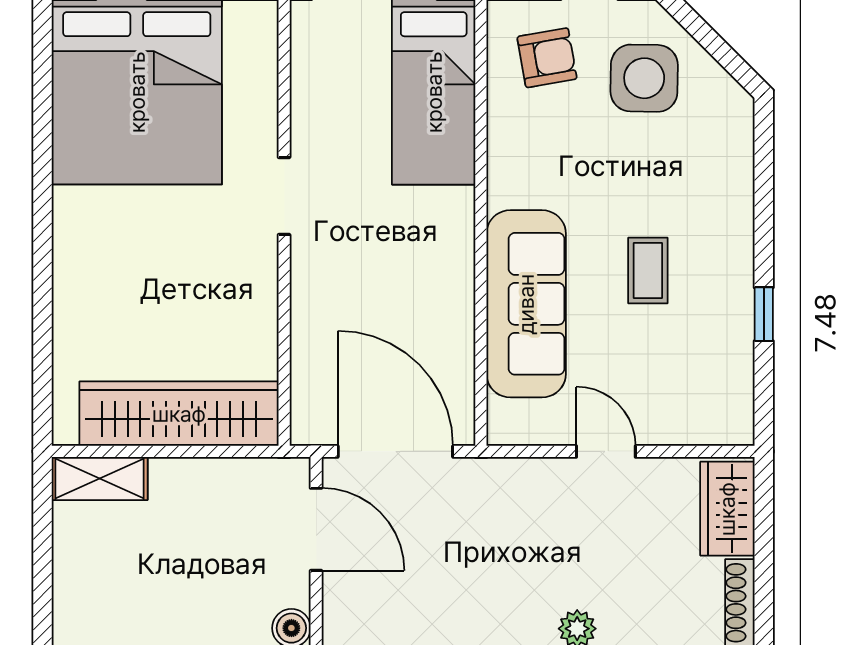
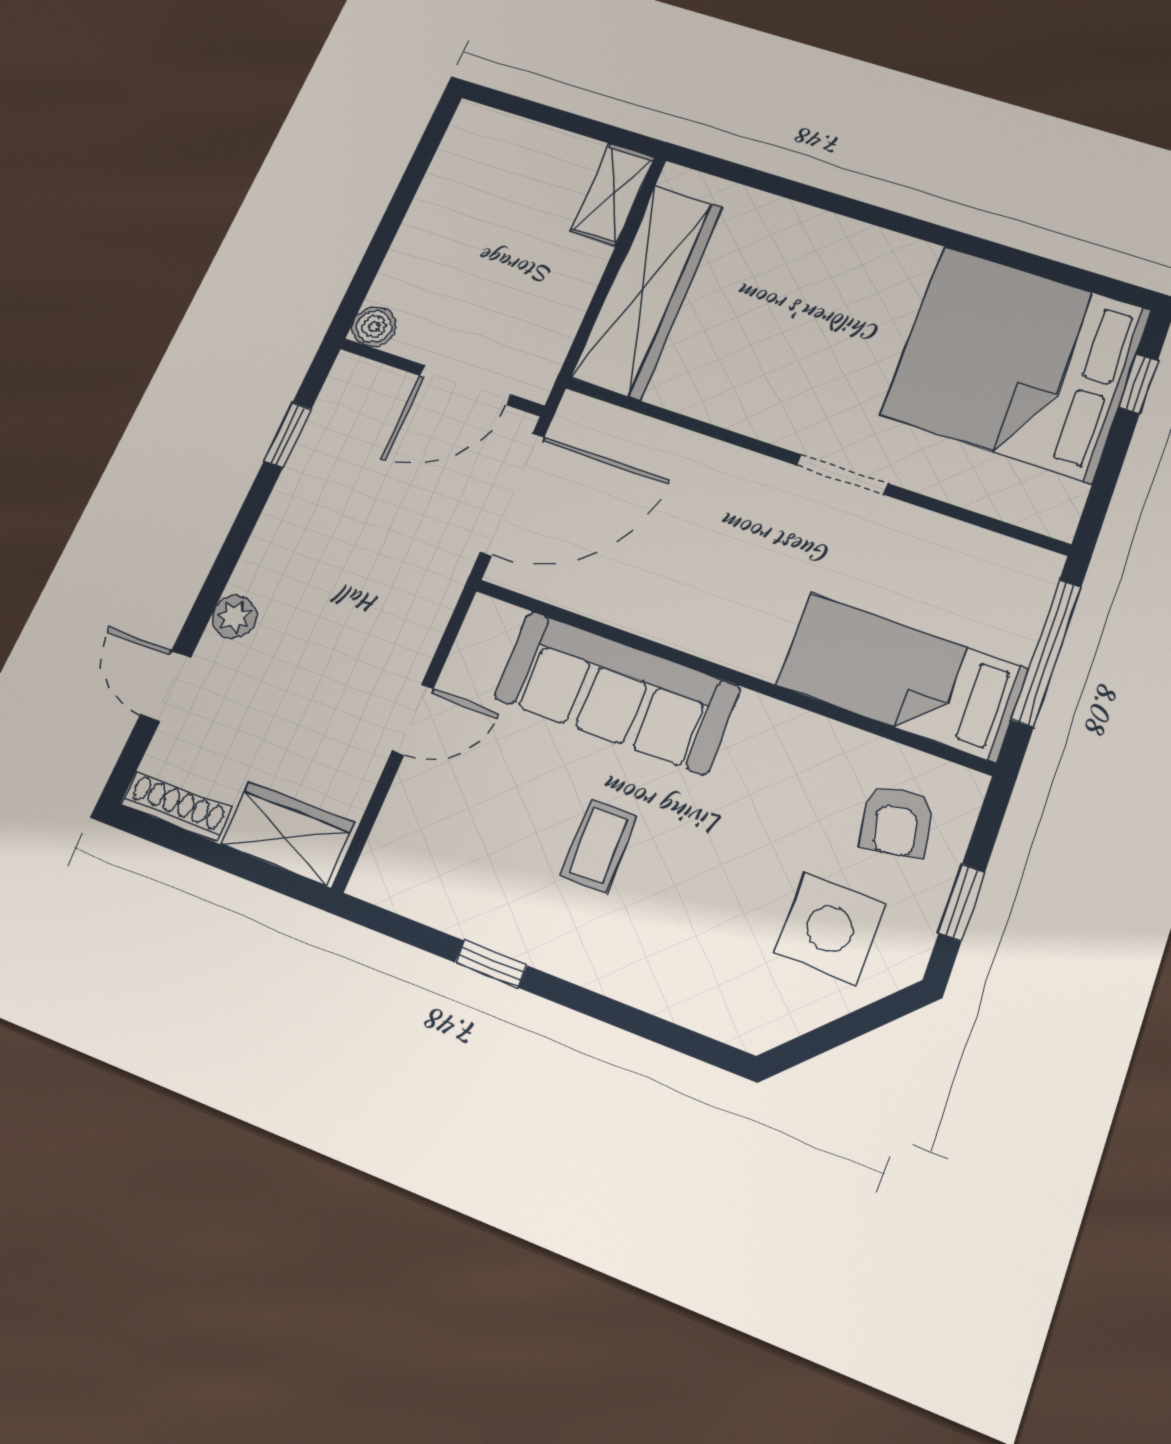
coffee table: (648, 270) -> (599, 846), turned 90

